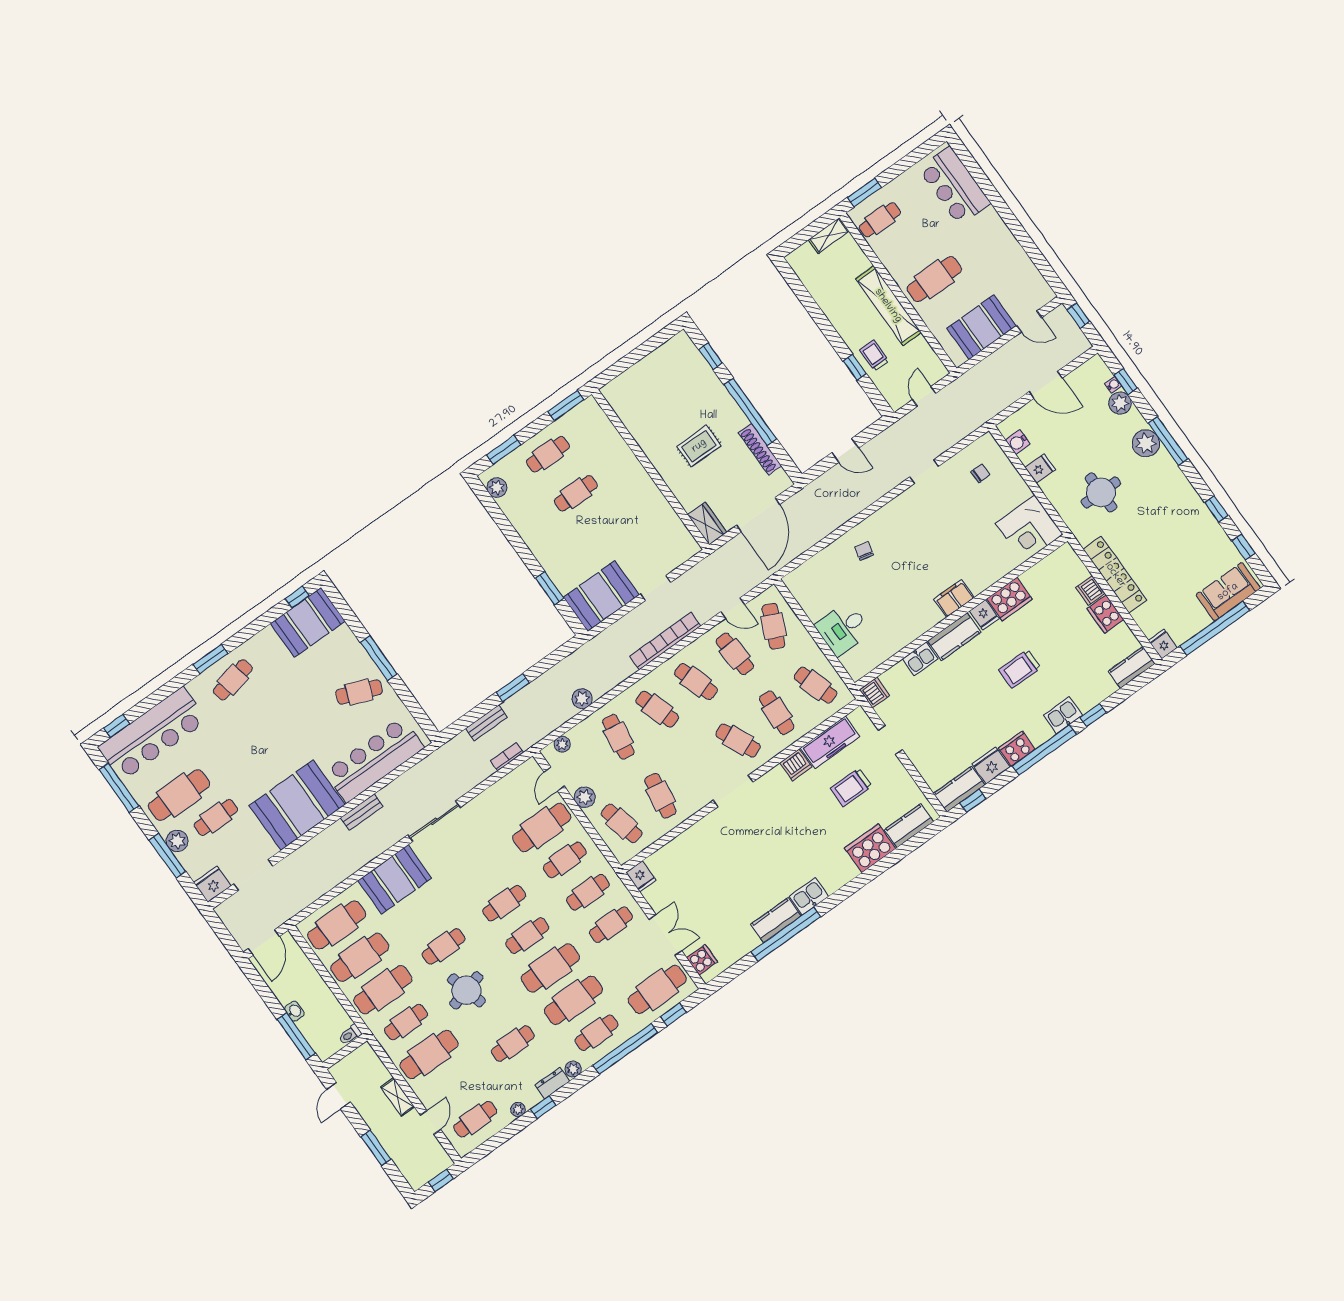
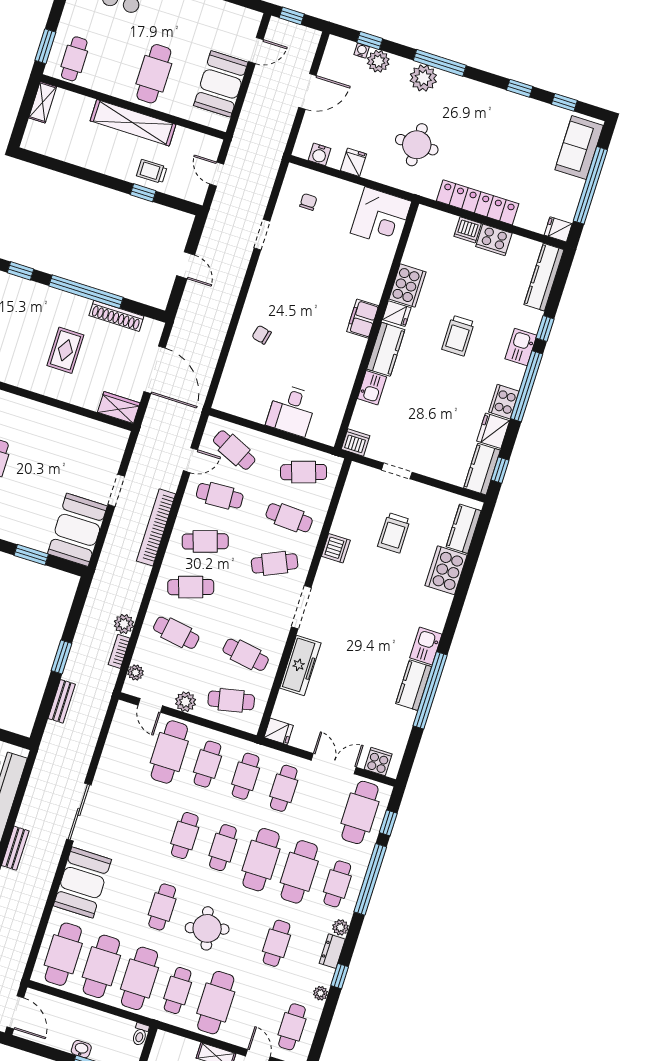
door: (845, 450) -> (186, 265), hinge flipped
kitchen counter: (1132, 667) -> (544, 277), width x1.50
freezer: (830, 742) -> (300, 665), moved
bookcase: (507, 757) -> (119, 651), moved

